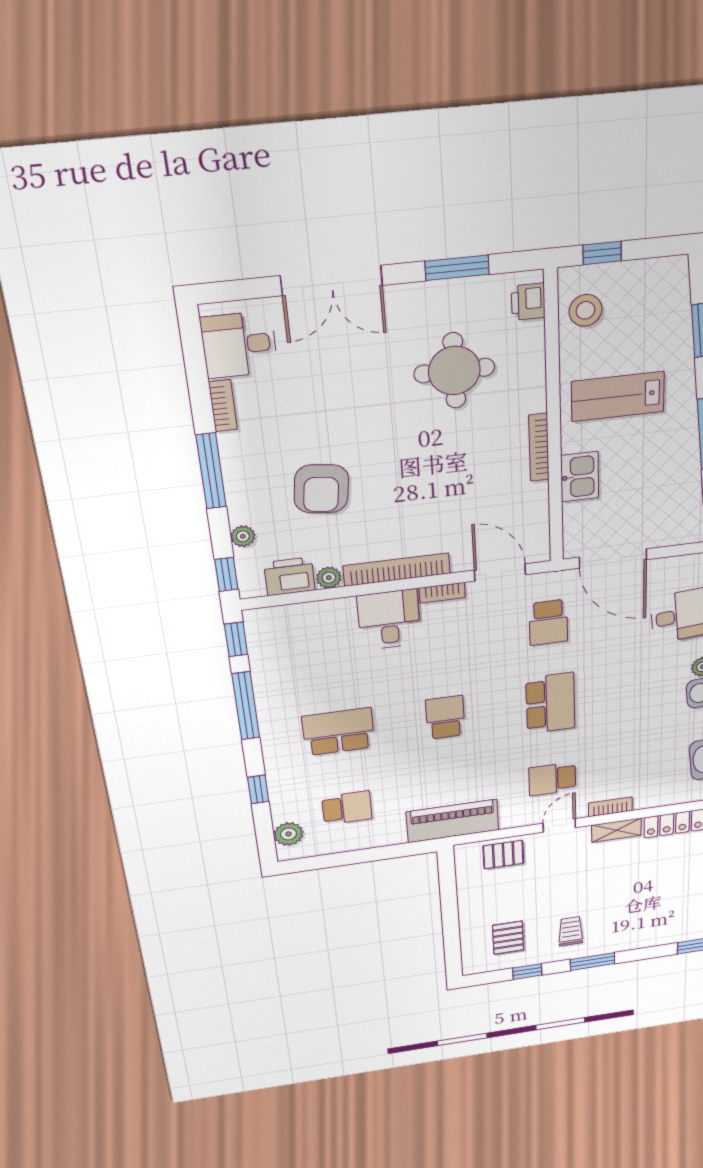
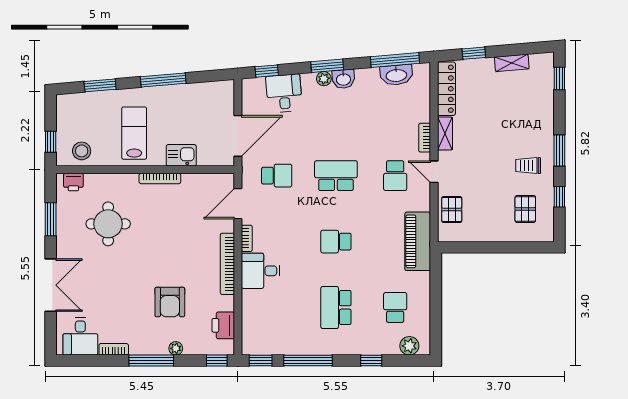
lab bench: (618, 396) -> (134, 133), turned 180
armchair: (321, 489) -> (170, 302), turned 83
plant: (243, 536) -> (176, 348), moved
plant: (329, 578) -> (227, 303), removed
pallet: (508, 938) -> (525, 209), turned 90

